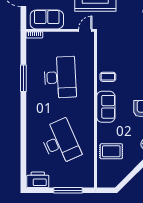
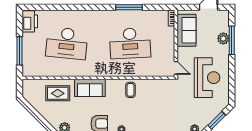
sofa: (106, 107) -> (90, 88), moved
desk: (60, 142) -> (67, 43), turned 30
rug: (111, 151) -> (58, 93), turned 90

